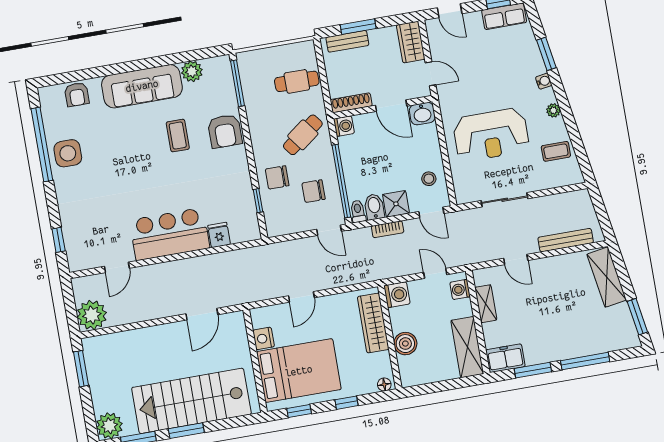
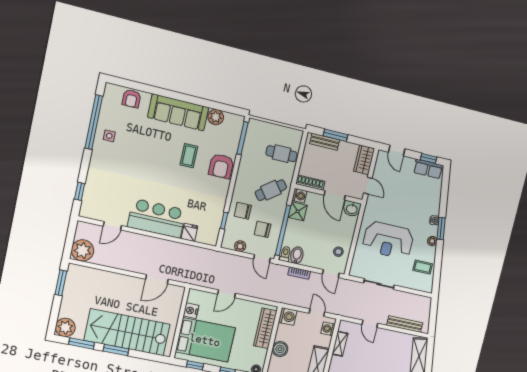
window: (546, 54) -> (441, 229), moved
side table: (68, 153) -> (109, 136), width x0.54, depth x0.54
shower: (396, 204) -> (298, 211), moved
plant: (293, 226) -> (240, 246), added

